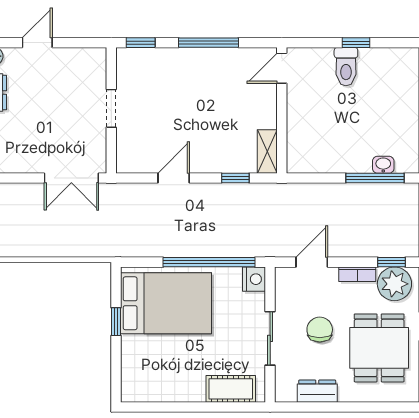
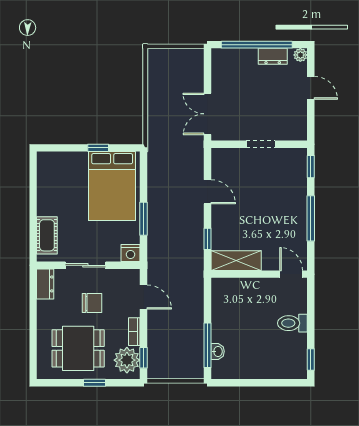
window: (356, 43) -> (311, 359), moved
shelving: (267, 151) -> (236, 261), width x1.50, depth x1.33
window: (209, 262) -> (143, 219), width x0.47
dresser: (317, 391) -> (45, 284), moved

